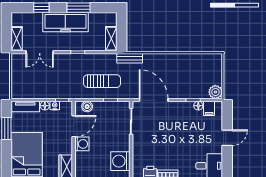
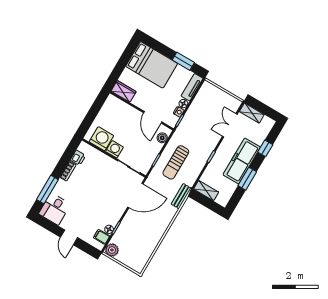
washing machine: (82, 144) -> (114, 149), moved, turned 180

